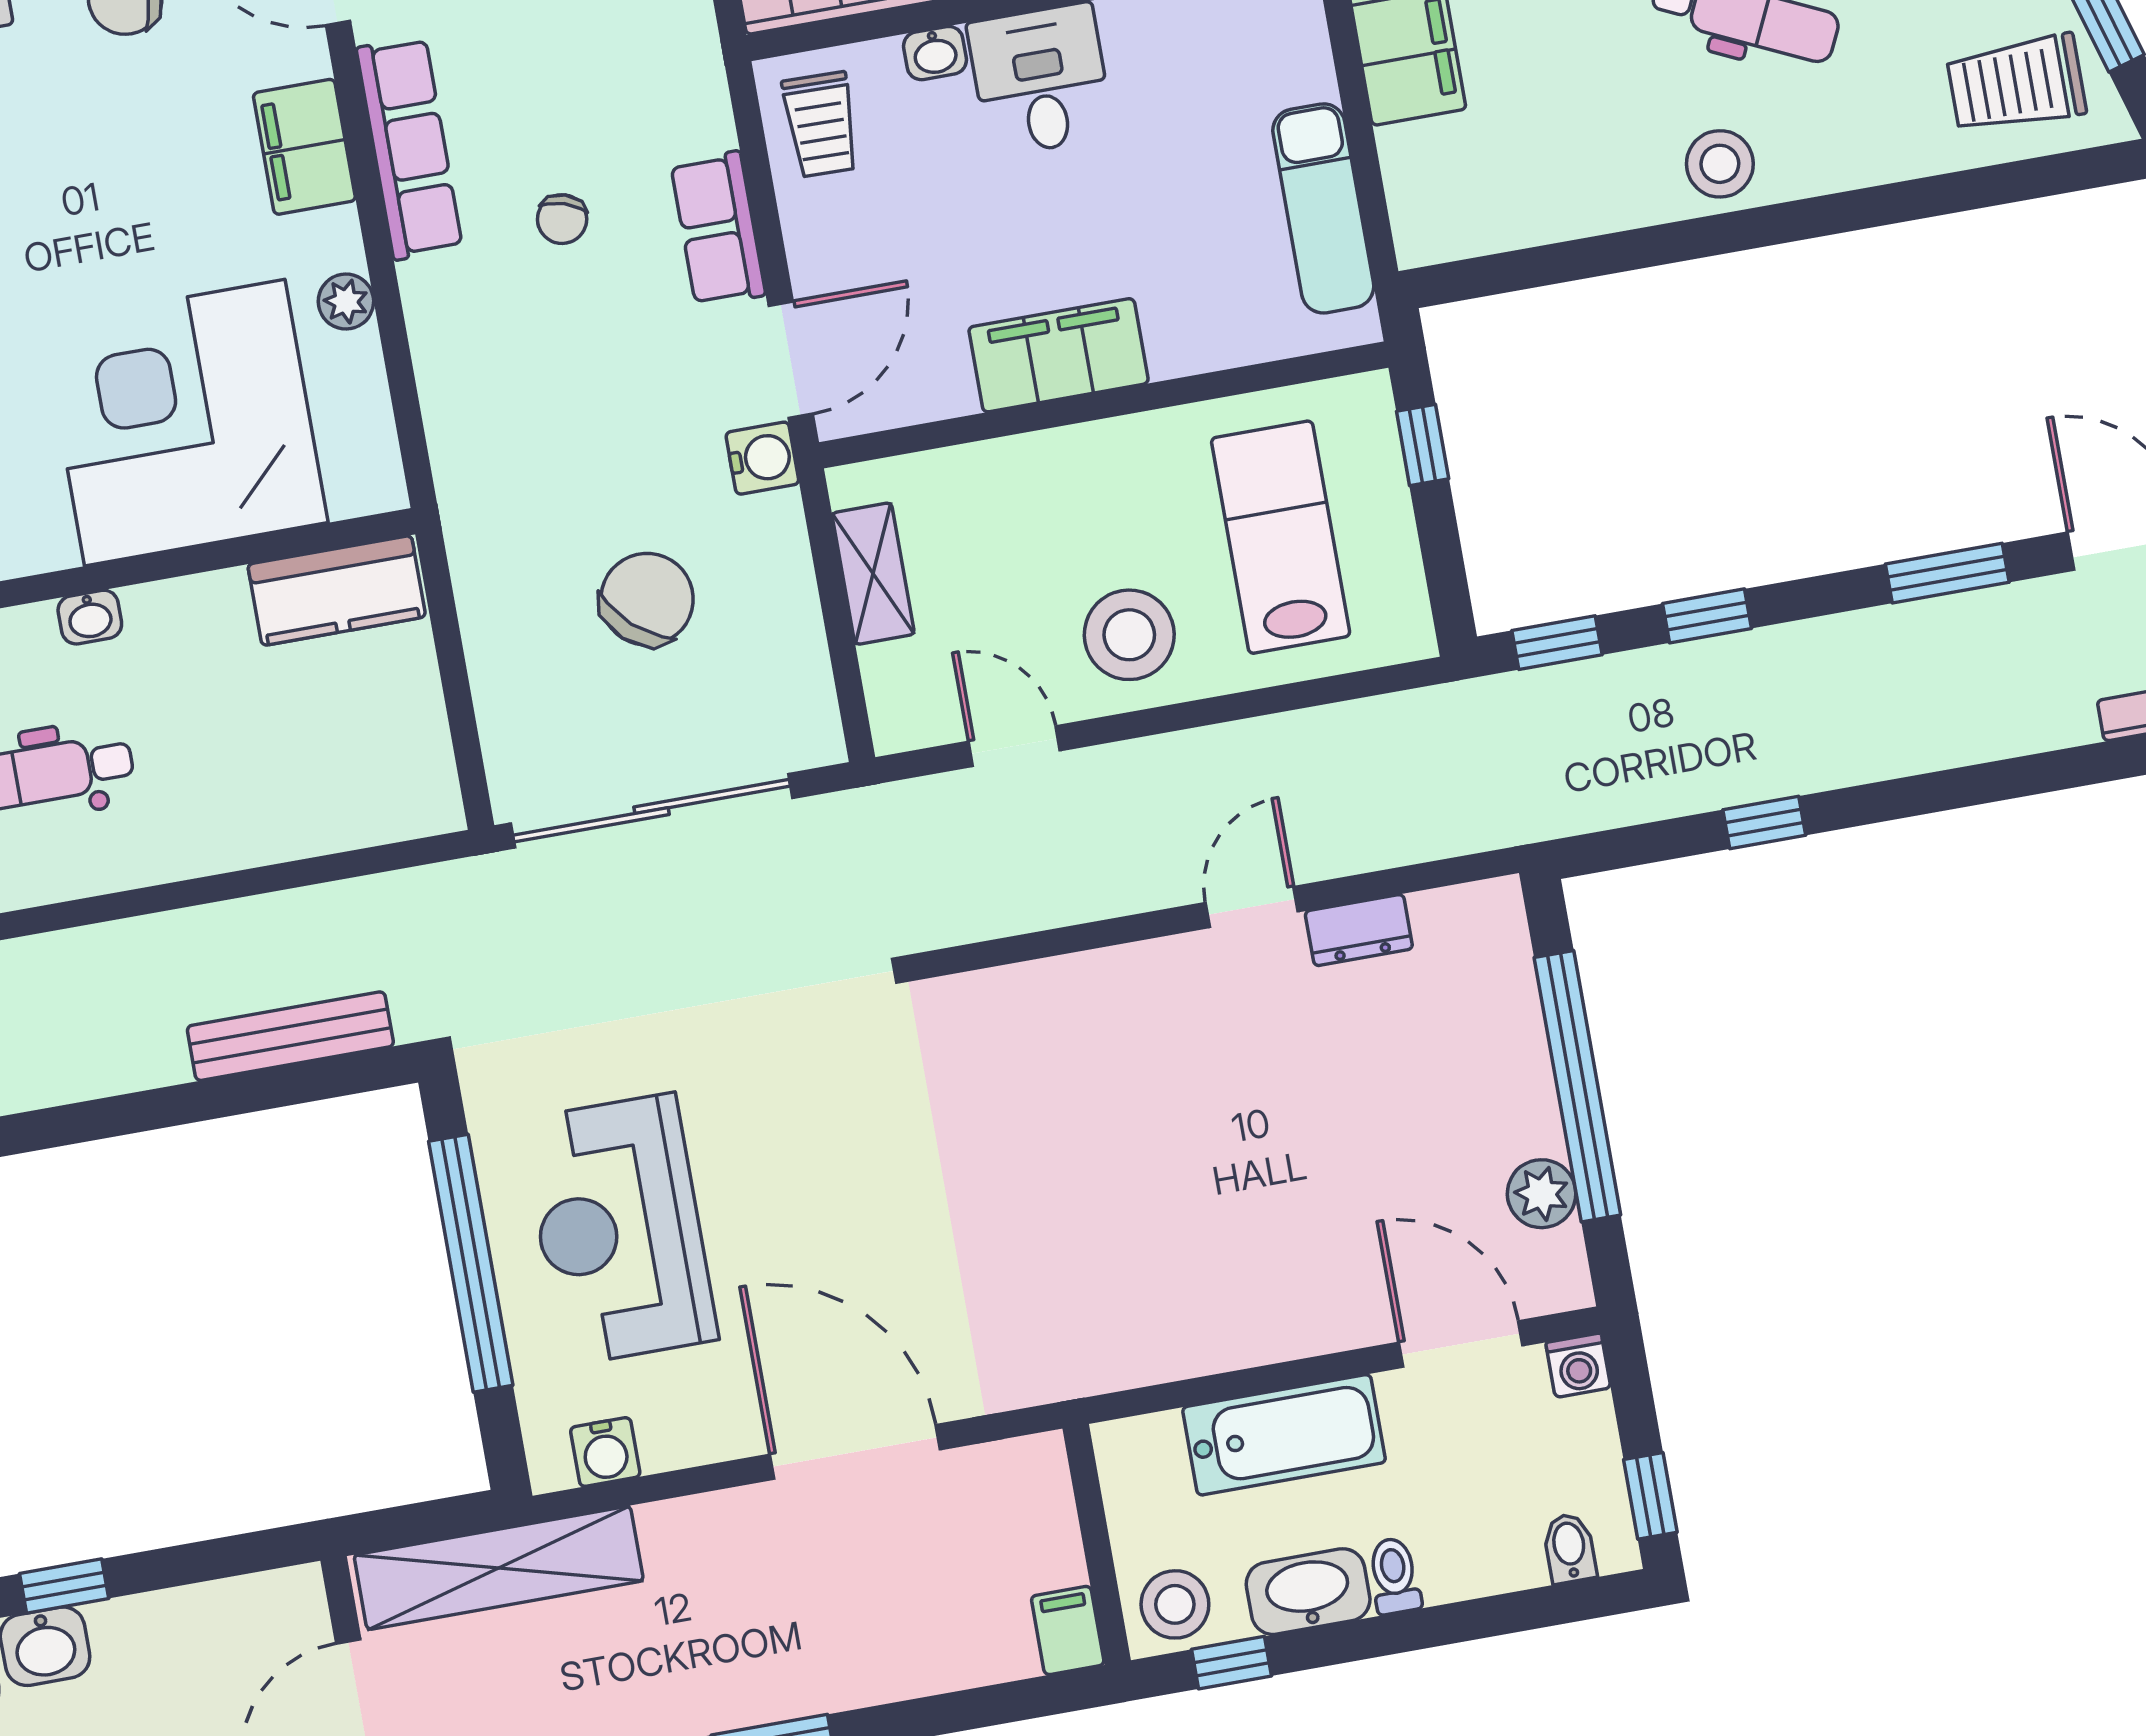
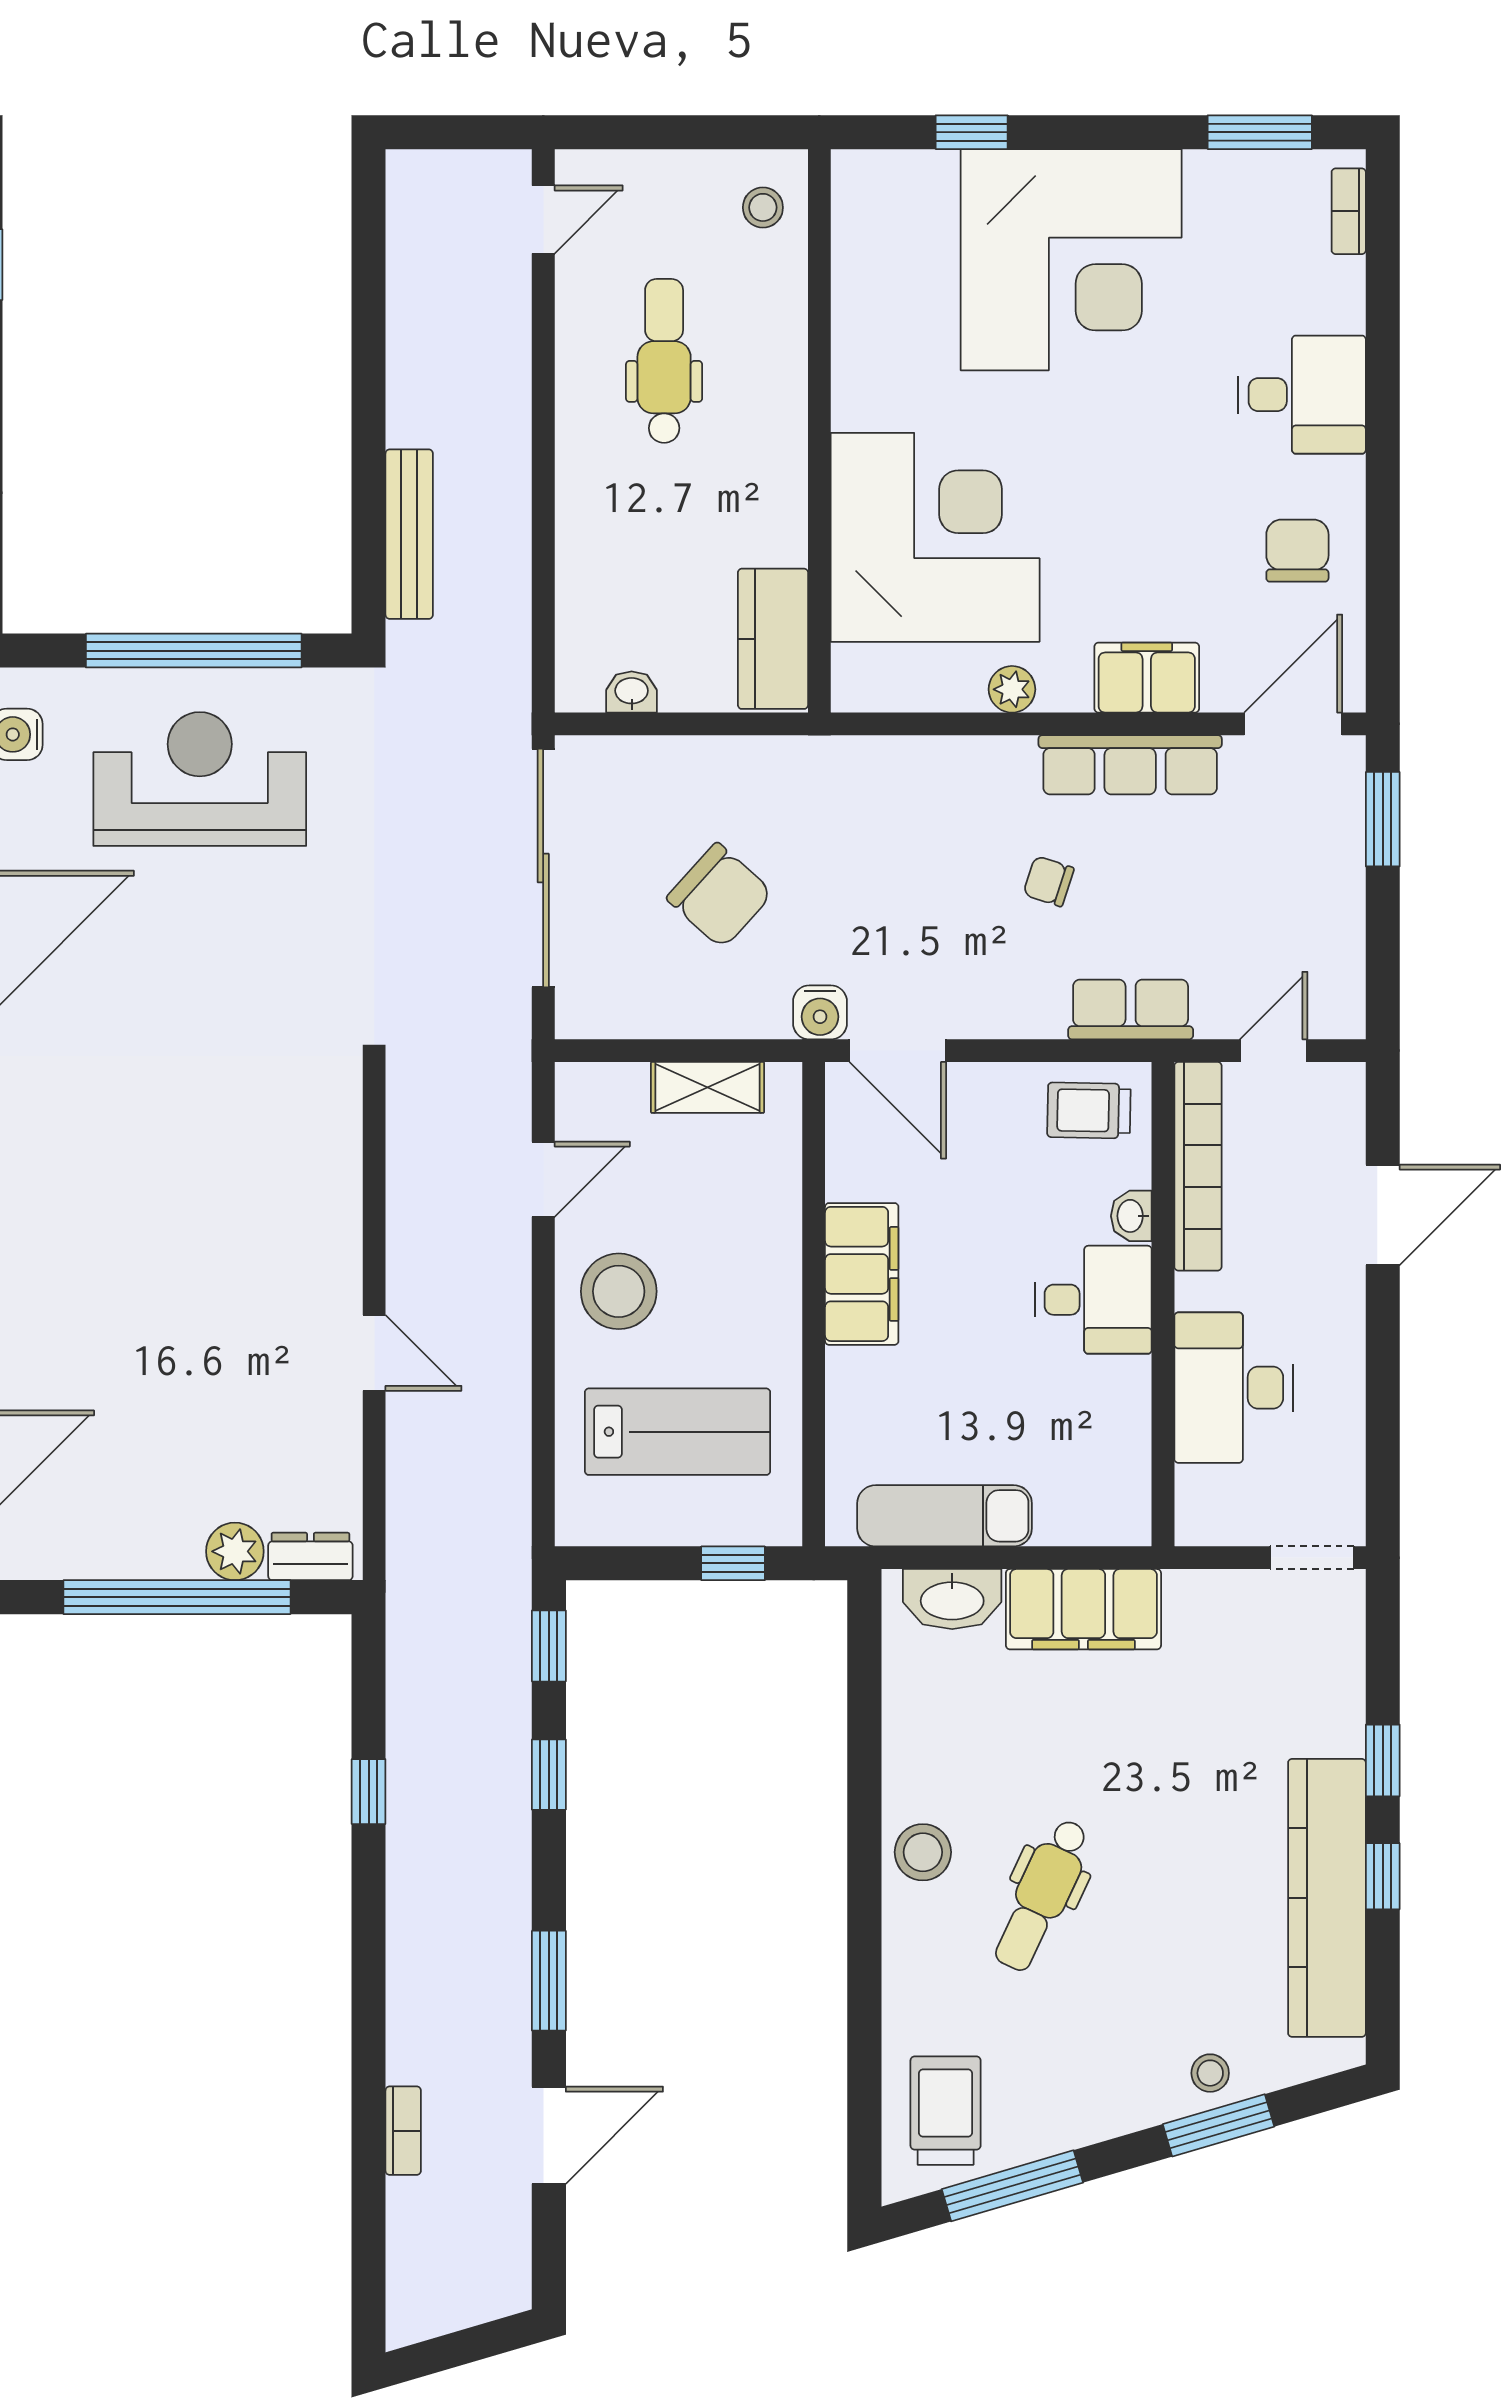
washbasin: (1419, 182) -> (952, 1599), added
row of seats: (718, 229) -> (1131, 1009), moved
washbasin: (90, 617) -> (632, 692), moved, turned 90
dresser: (1359, 930) -> (310, 1556), moved, turned 90
plant: (1542, 1194) -> (235, 1551), moved

